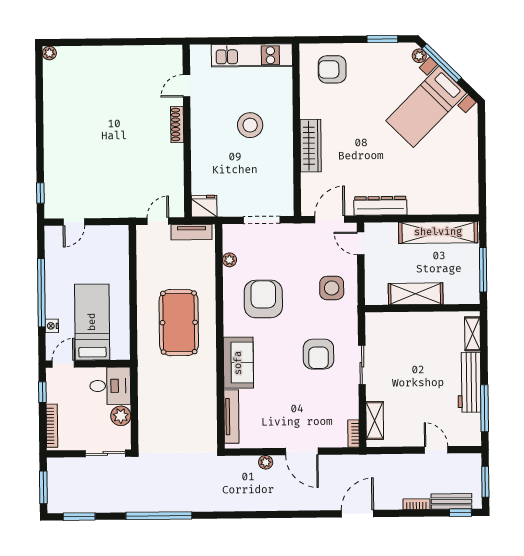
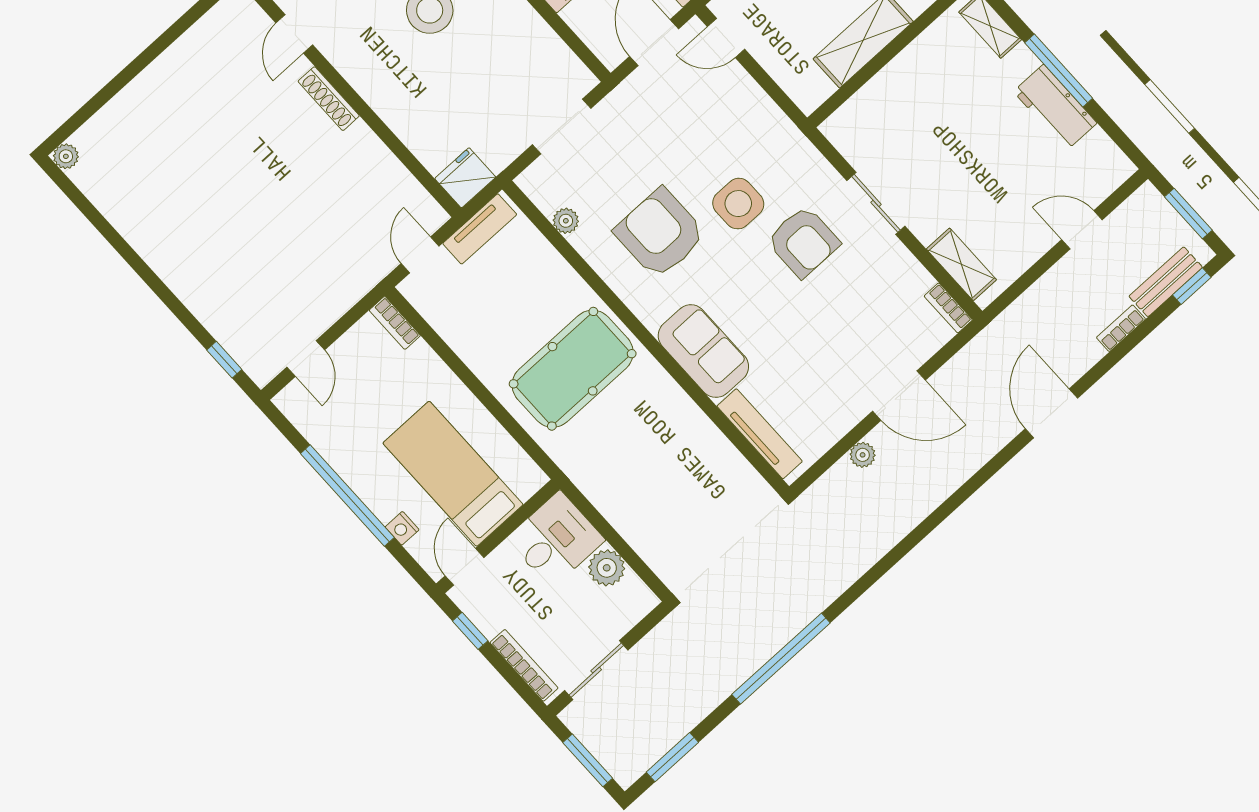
bookcase: (123, 240) -> (395, 323), added
side table: (332, 288) -> (738, 204), moved
pool table: (179, 323) -> (573, 369), turned 90
workbench: (469, 382) -> (1055, 107), width x0.73
window: (485, 408) -> (1059, 70), moved
sliding door: (105, 453) -> (596, 670), moved

